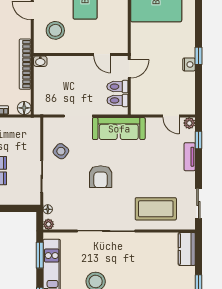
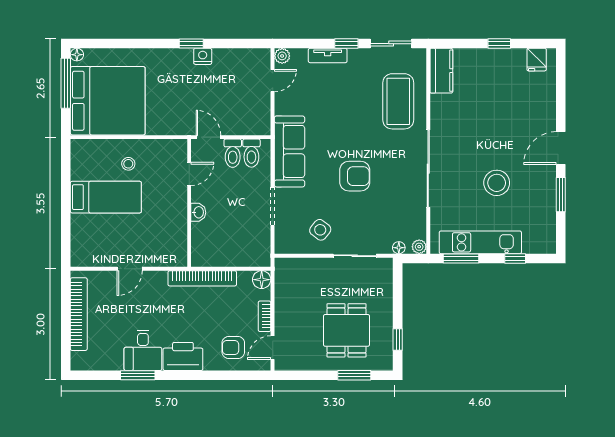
stool: (55, 30) -> (128, 164), moved, width x0.53, depth x0.53
washbasin: (40, 61) -> (198, 212), moved
window: (198, 140) -> (346, 44), moved
kitchen counter: (187, 249) -> (441, 71), moved, turned -90

